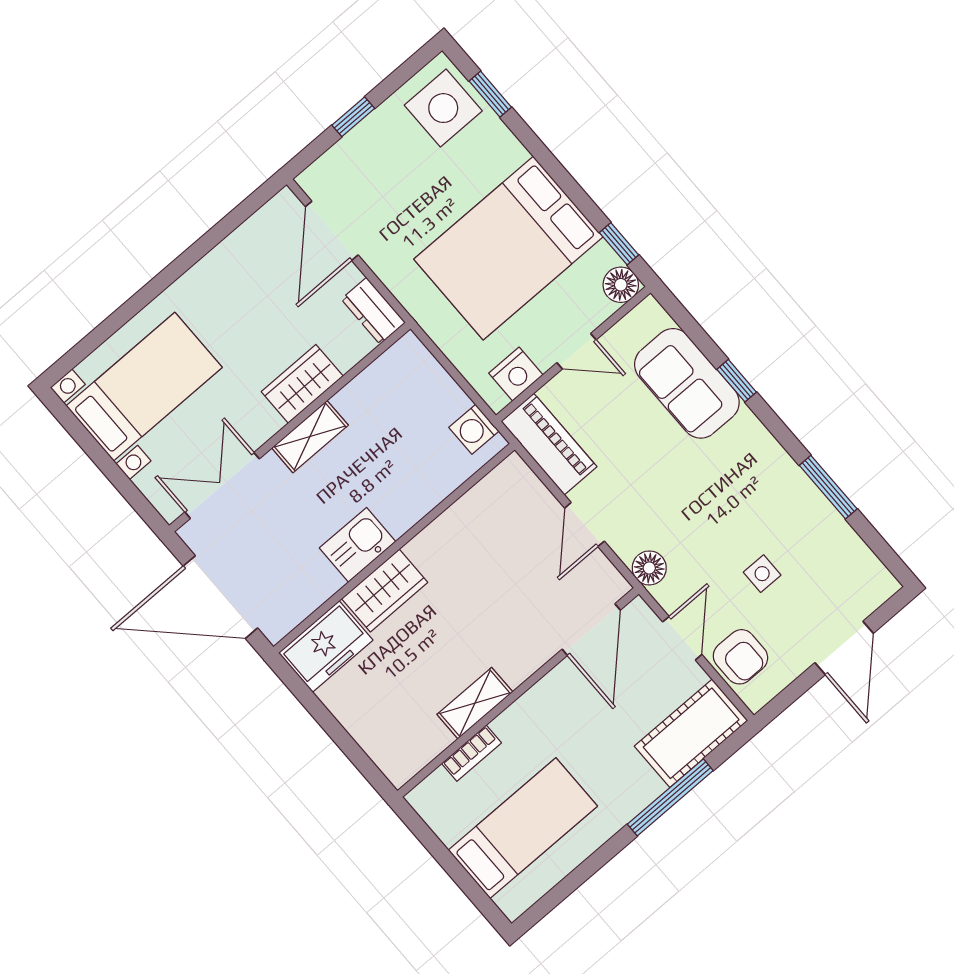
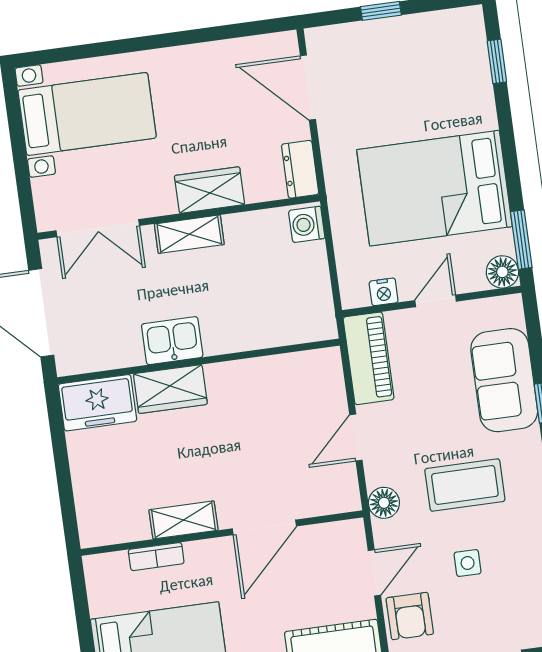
side table: (443, 108) -> (454, 49), removed
door: (332, 231) -> (308, 88), hinge flipped
window: (619, 244) -> (521, 240), width x1.50
door: (576, 351) -> (436, 301), swing flipped
nightstand: (516, 374) -> (384, 292), width x0.72, depth x0.74
washing machine: (474, 429) -> (307, 224), moved
double door: (222, 485) -> (98, 228), swing flipped
coffee table: (713, 503) -> (465, 485), added
door: (591, 630) -> (264, 527), moved

